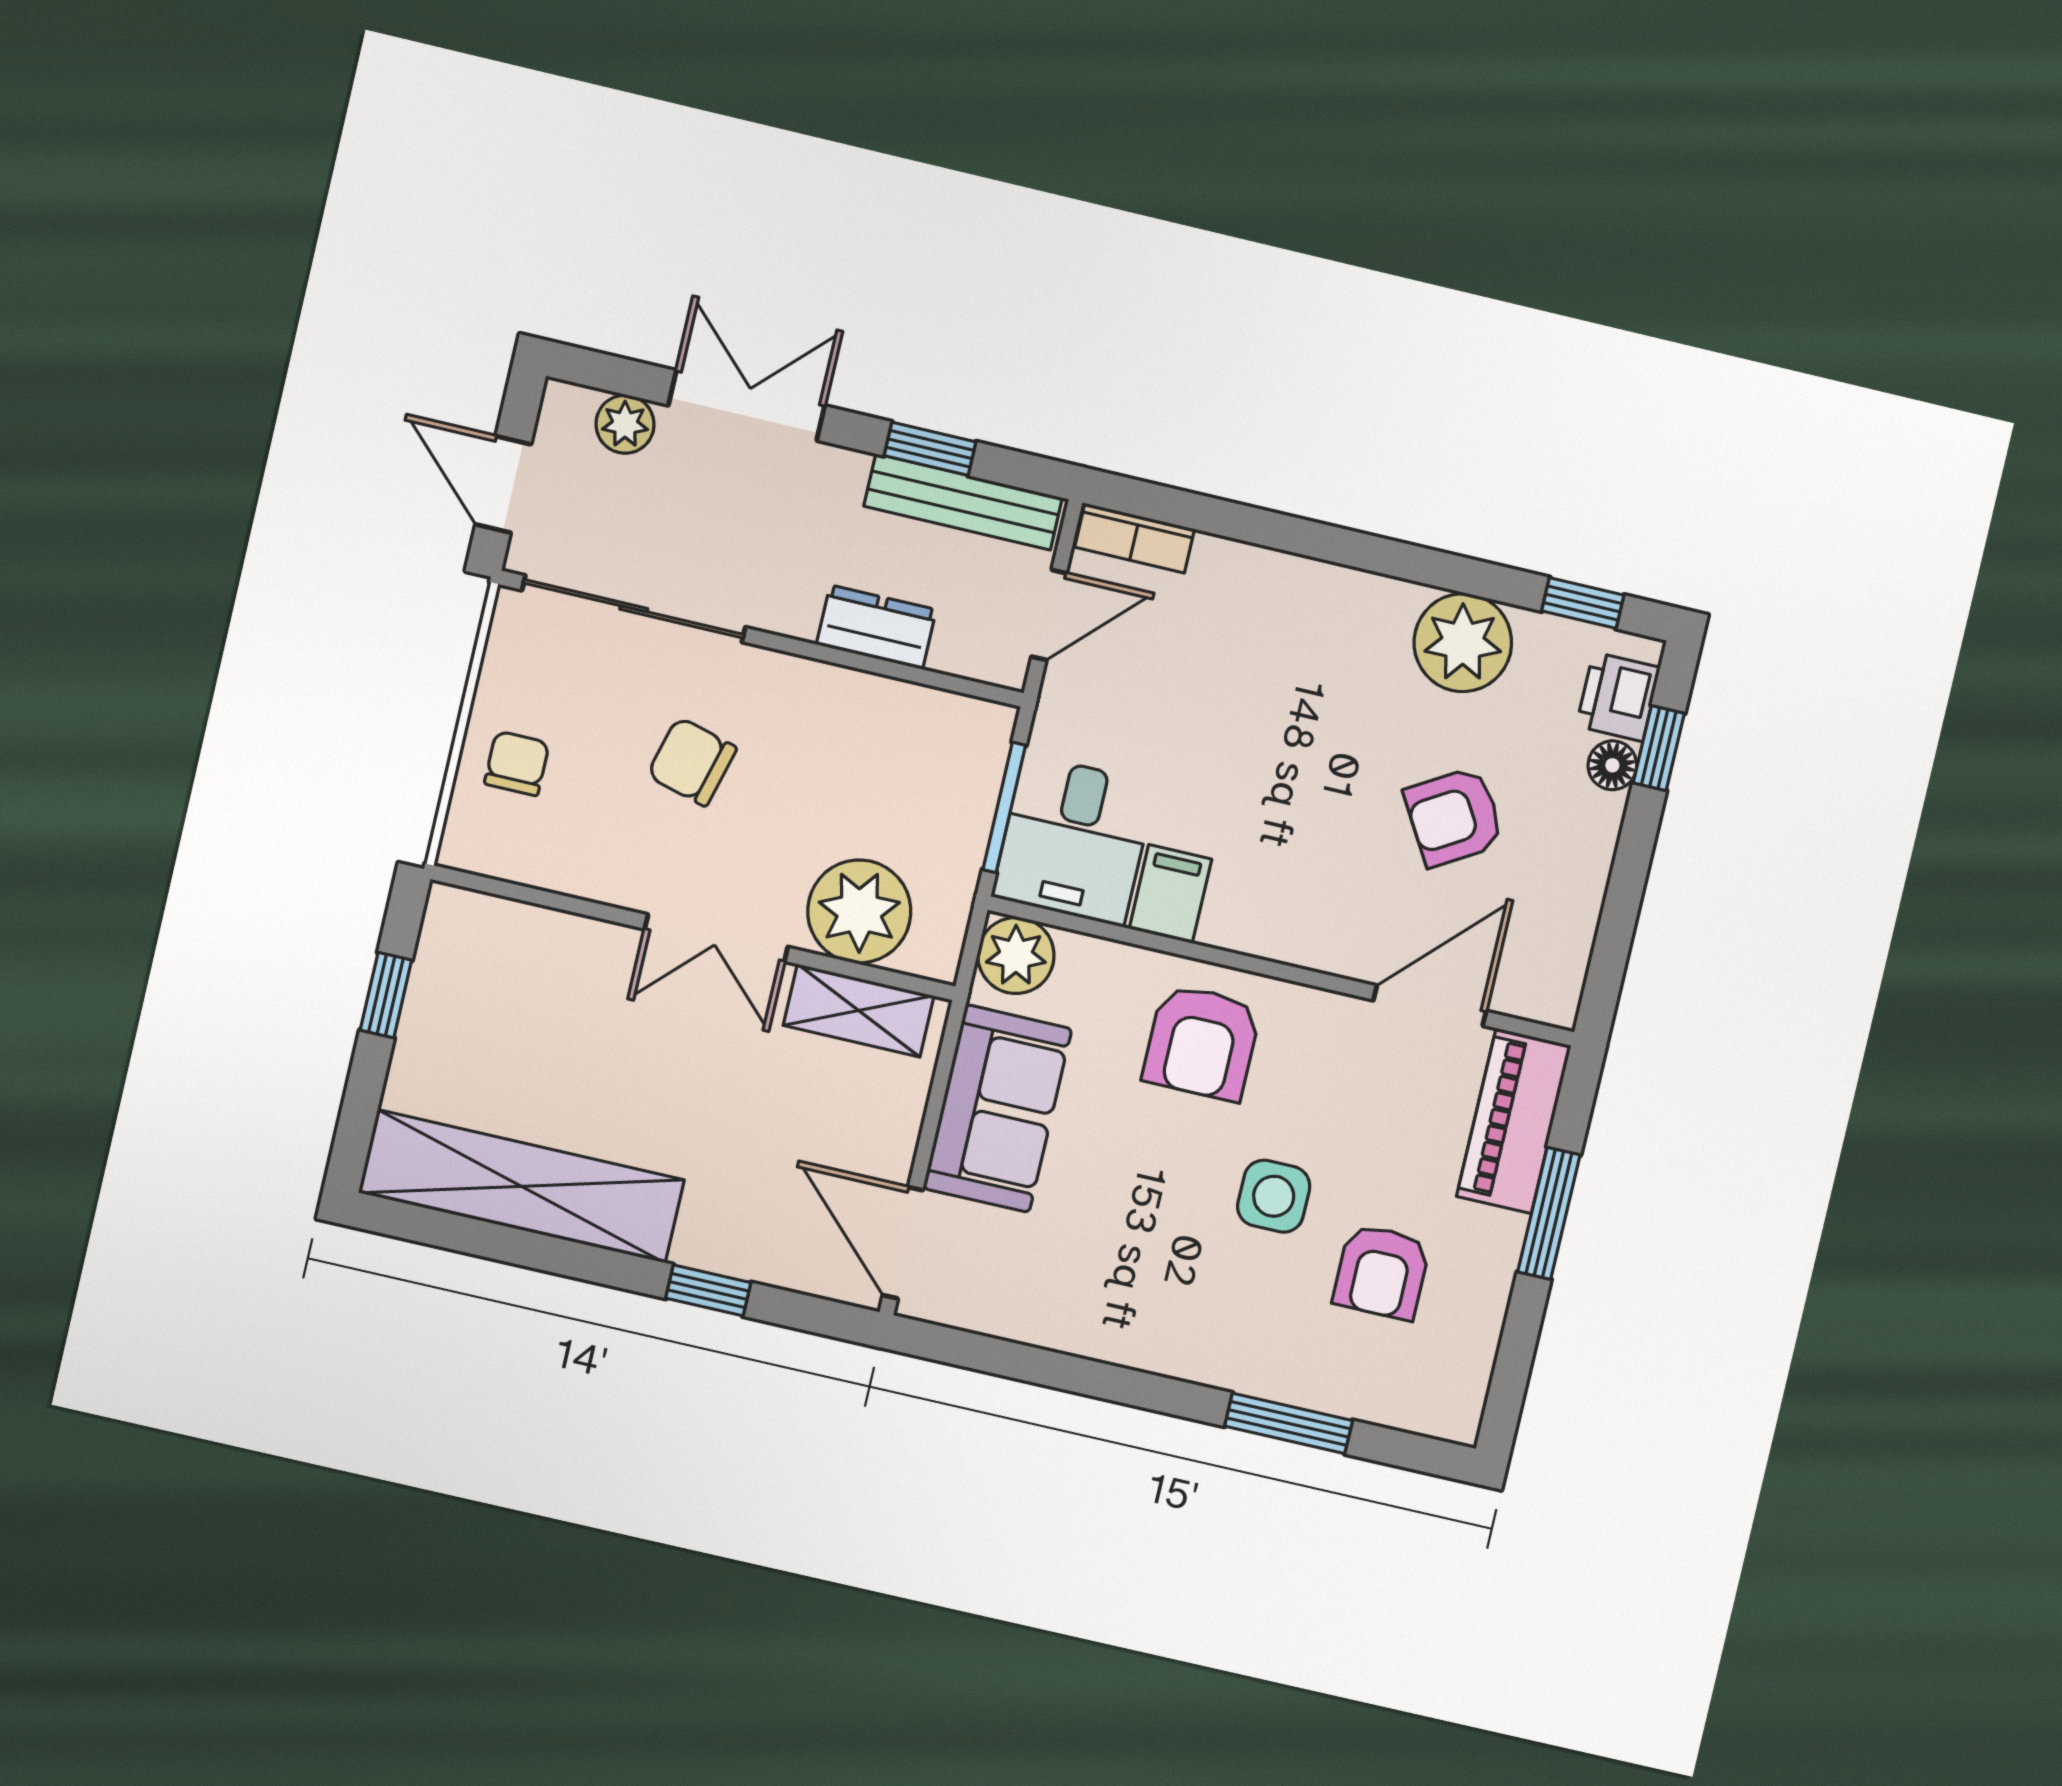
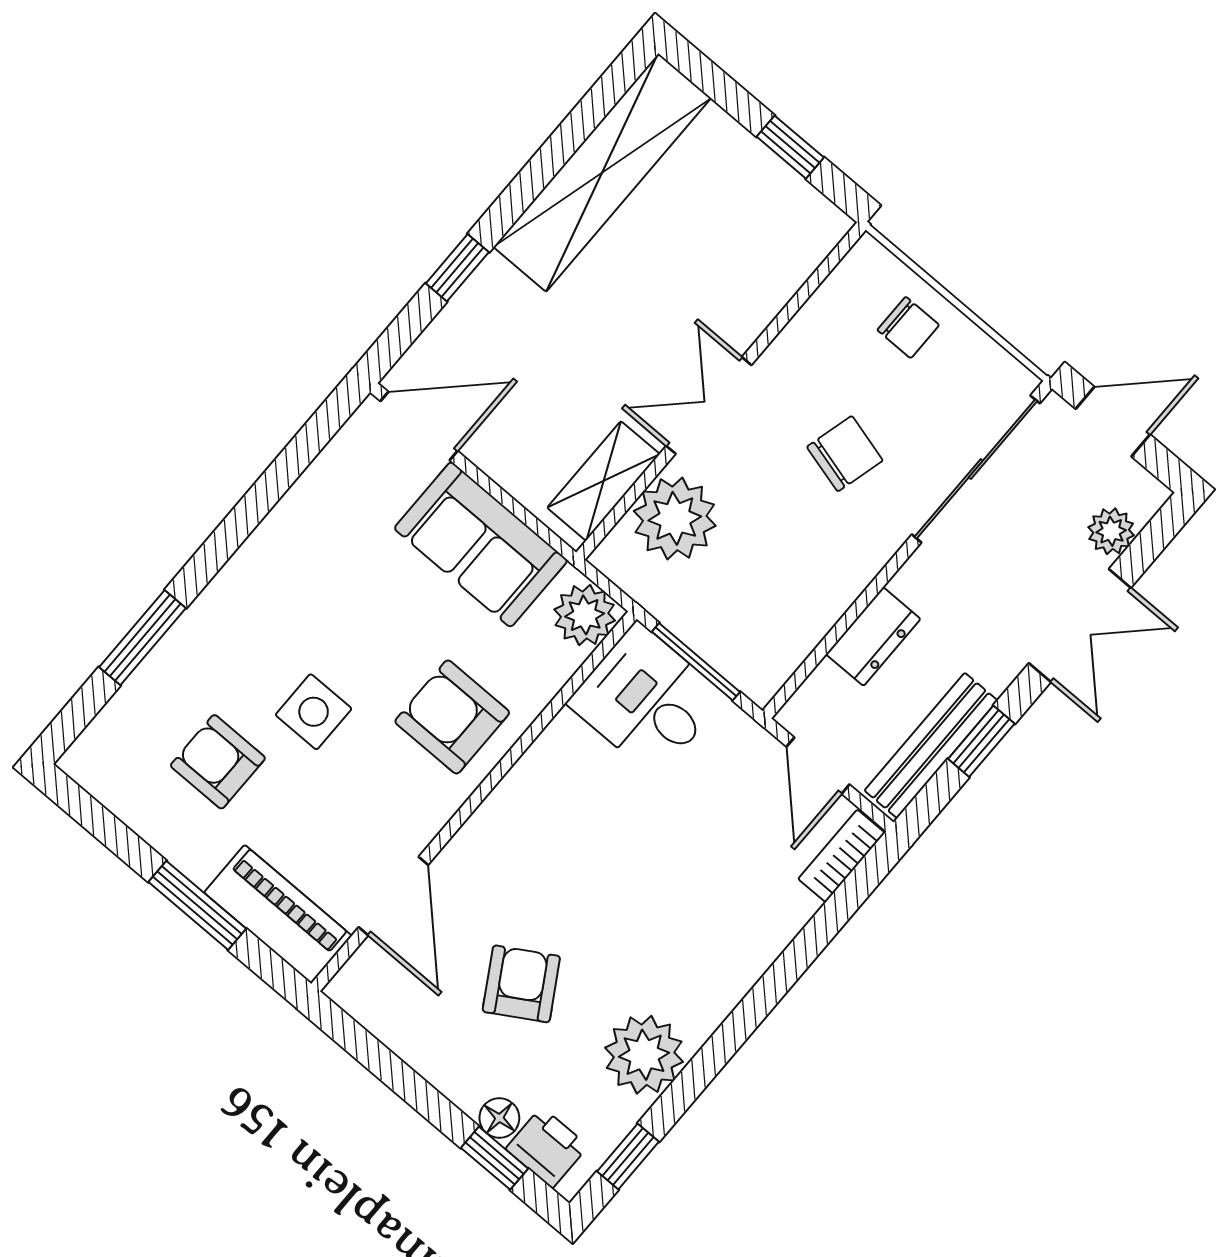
filing cabinet: (1170, 894) -> (572, 750), removed

